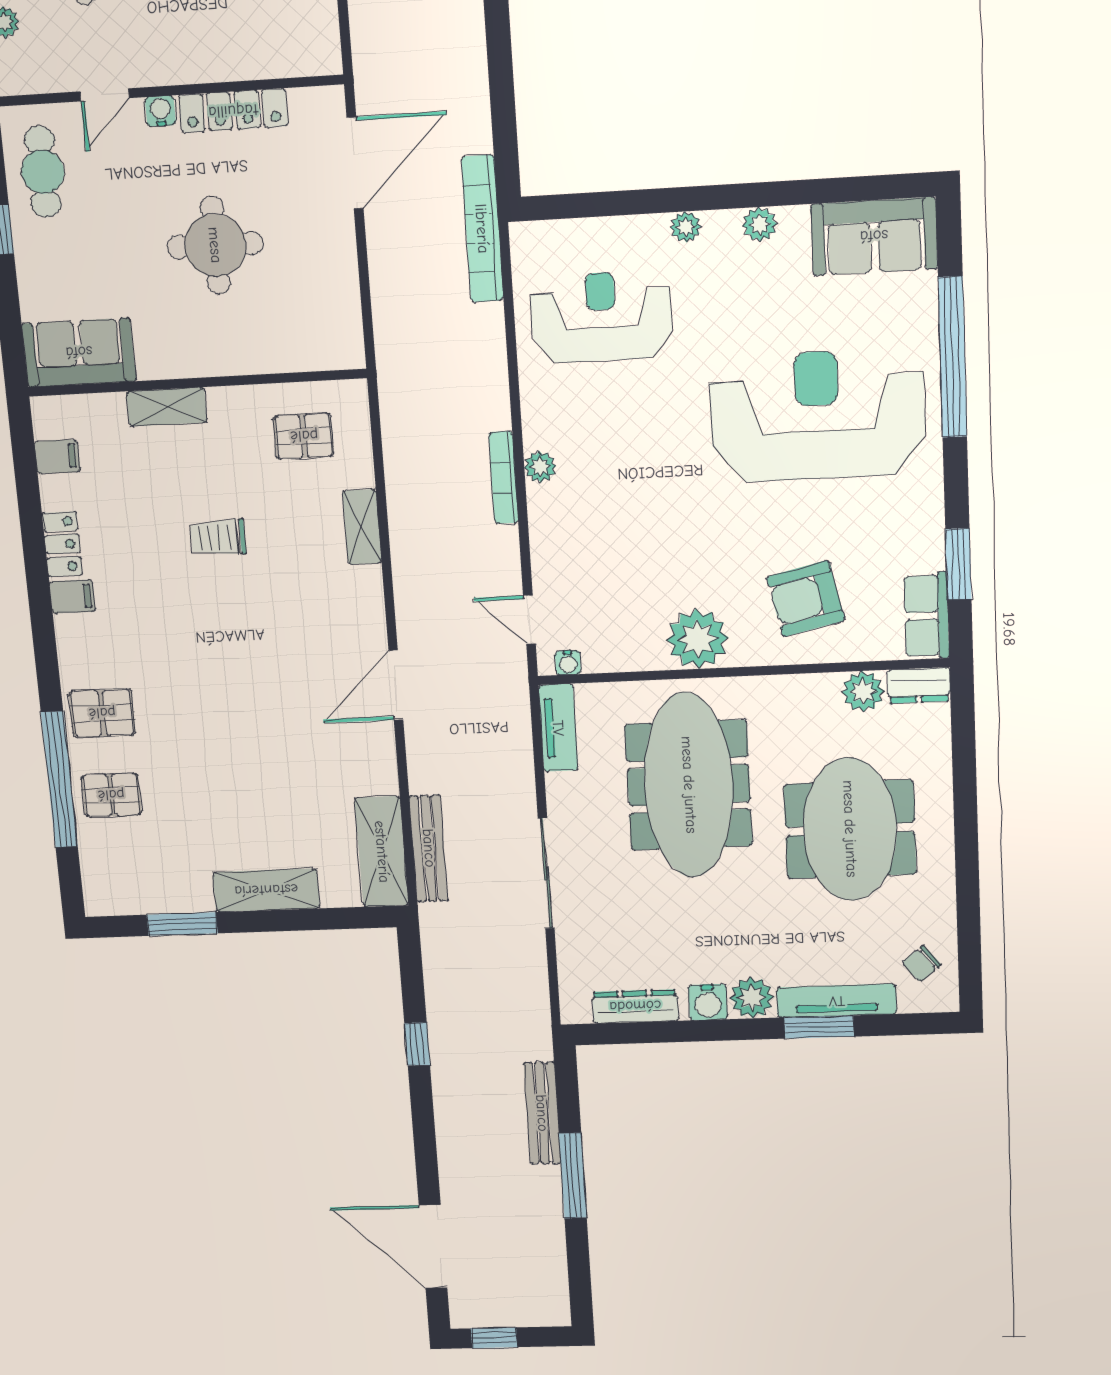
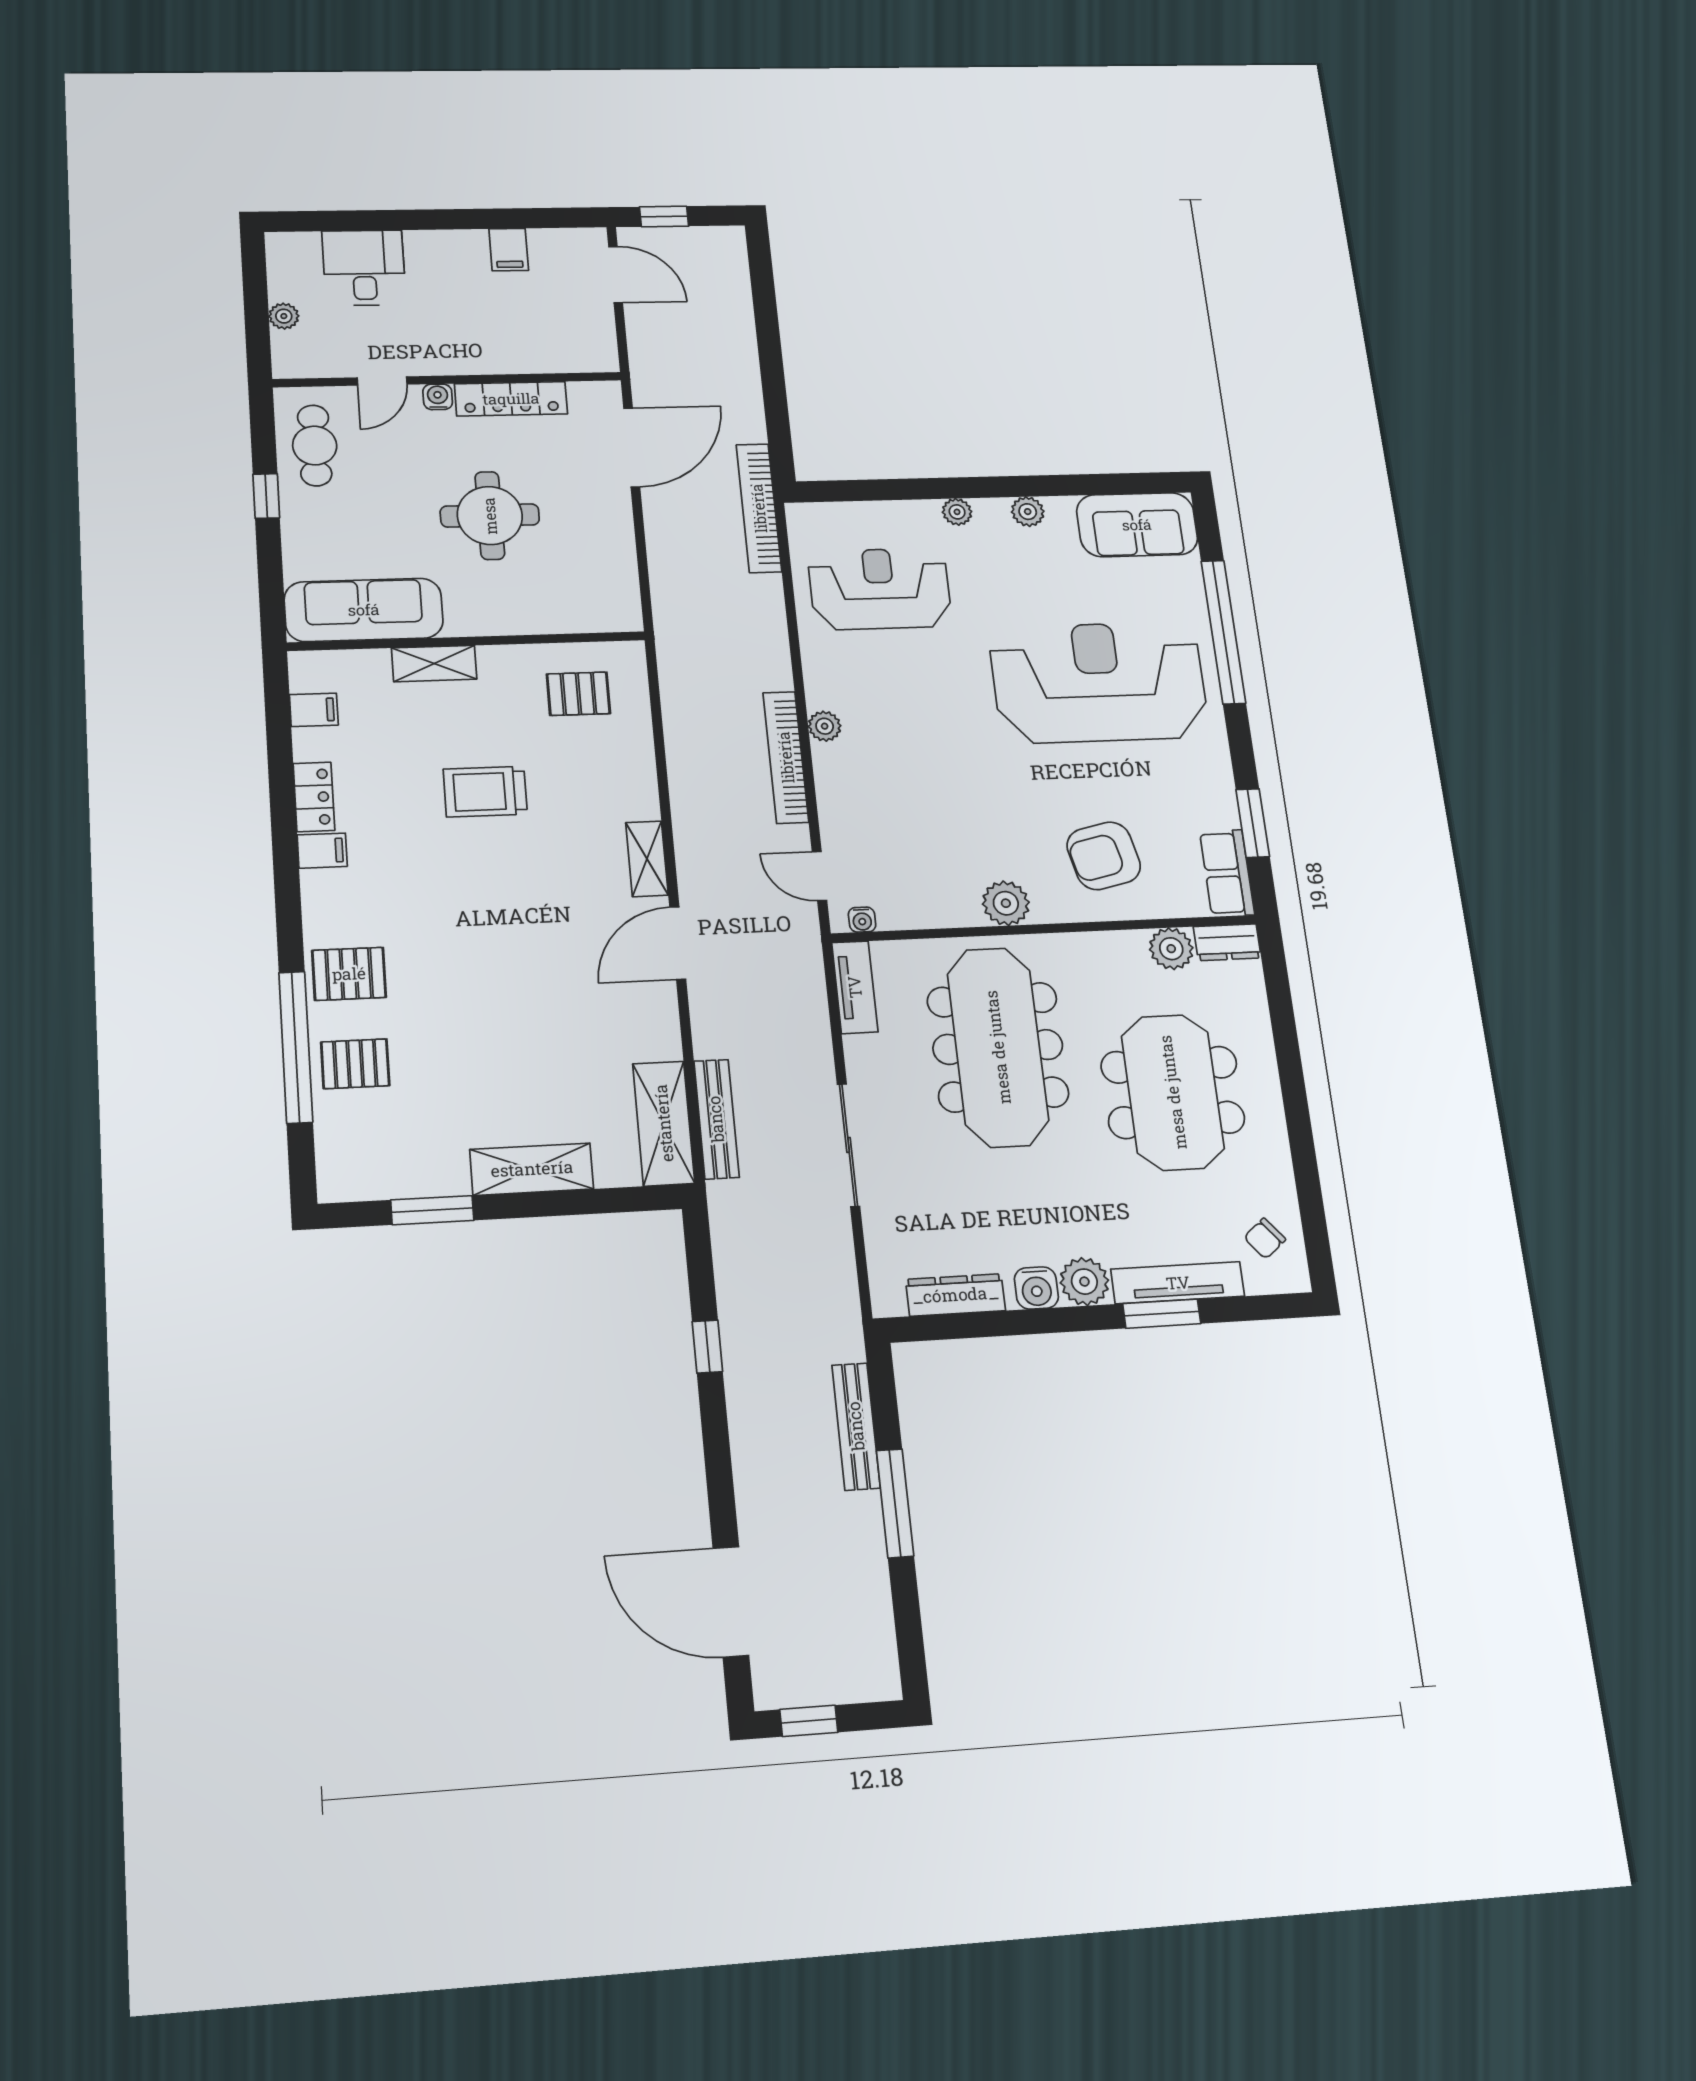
sofa: (79, 352) -> (364, 610), width x1.36
bookcase: (504, 478) -> (786, 757), width x1.48, depth x1.31
shelving: (362, 527) -> (647, 859), moved
trolley: (218, 537) -> (485, 792), width x1.36, depth x1.39
plant: (697, 639) -> (1006, 903), width x0.73, depth x0.73

